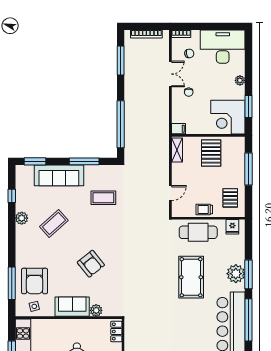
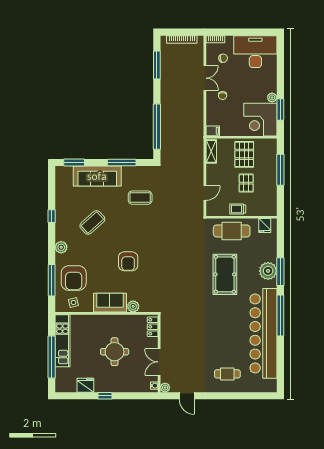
plant: (240, 80) -> (272, 97), moved
window: (12, 196) -> (52, 216), moved
pallet: (230, 198) -> (246, 183), moved
plant: (22, 218) -> (61, 247), moved
armchair: (91, 264) -> (128, 261), turned 39

